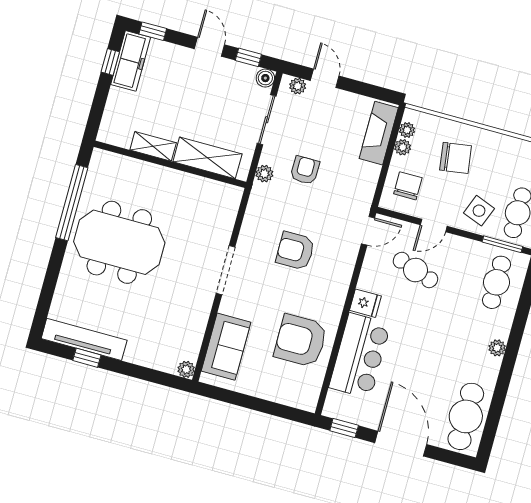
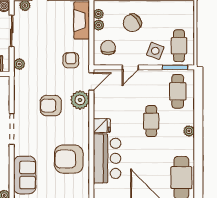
chair: (456, 158) -> (132, 23), turned 149
armchair: (305, 170) -> (71, 60), moved
plant: (343, 255) -> (80, 100), added
cafe table: (415, 270) -> (151, 121), moved, turned 71

